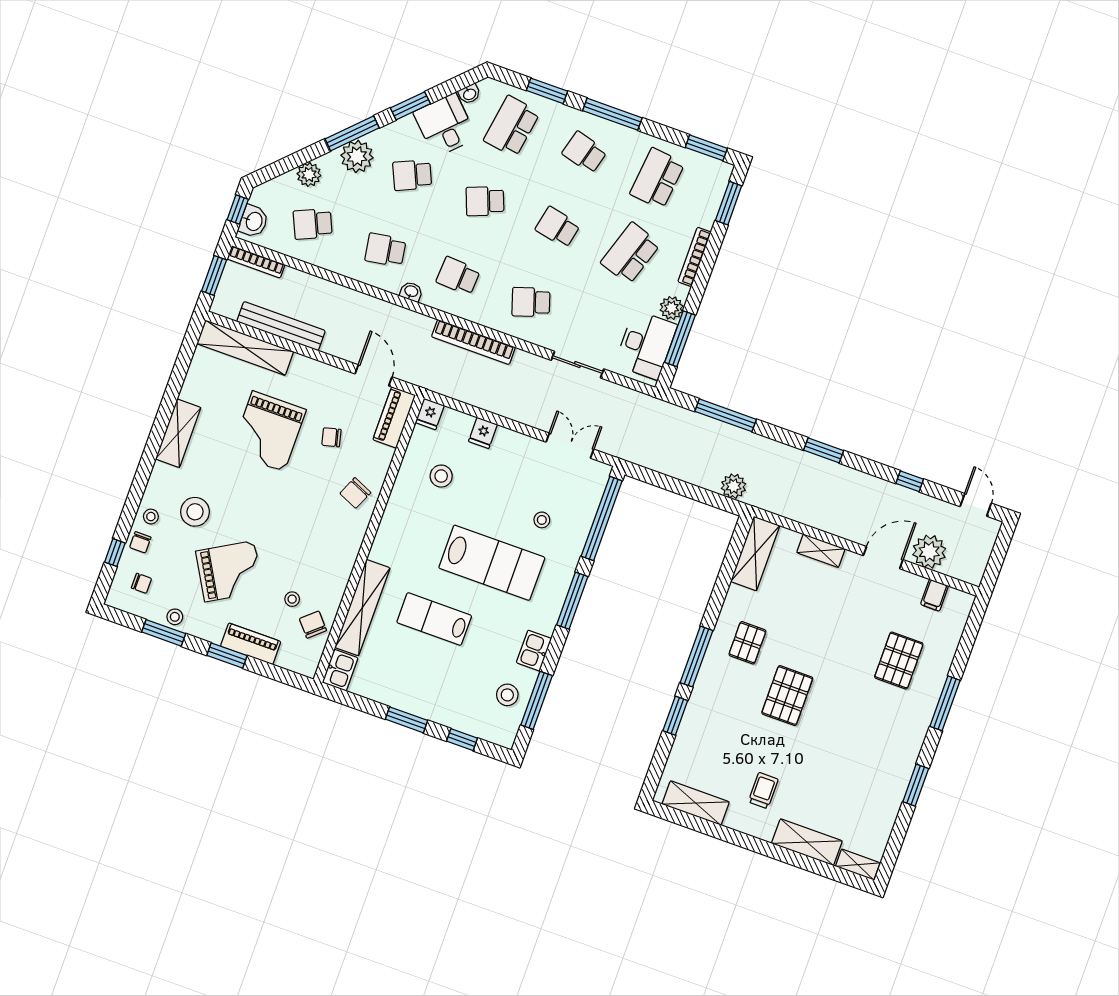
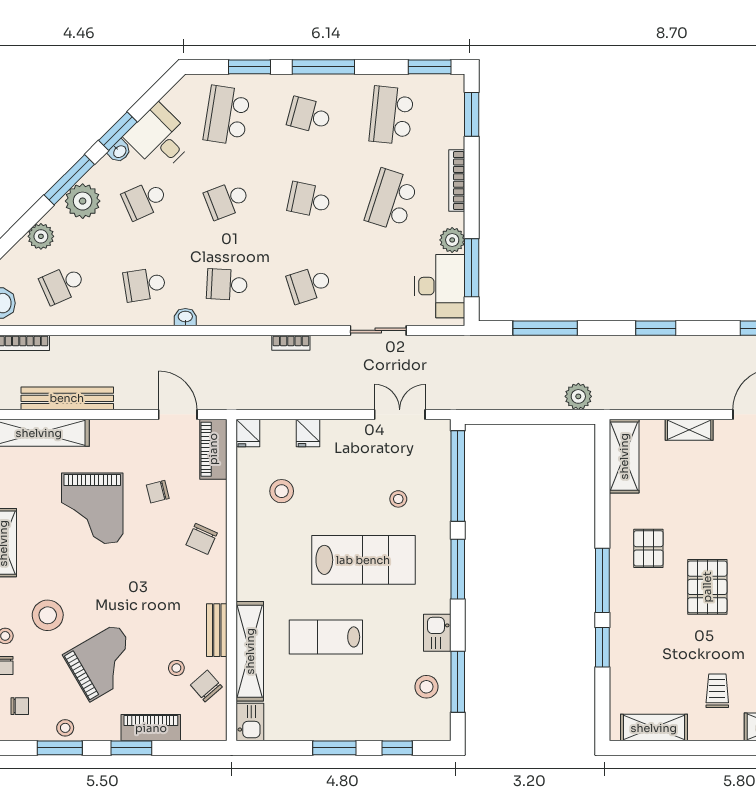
washbasin: (469, 94) -> (119, 151), moved
bookcase: (473, 342) -> (291, 343), width x0.43, depth x0.76
bench: (340, 579) -> (217, 630), added

